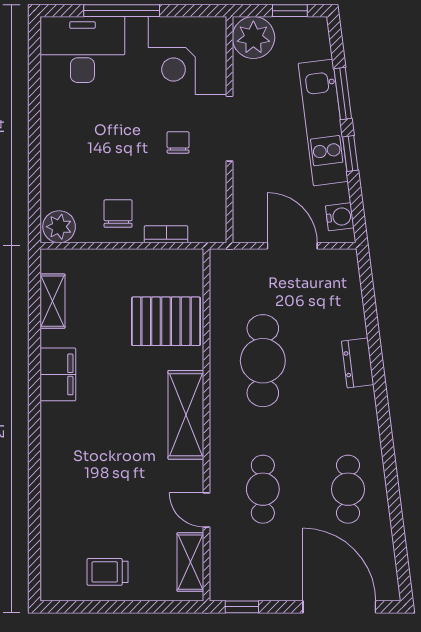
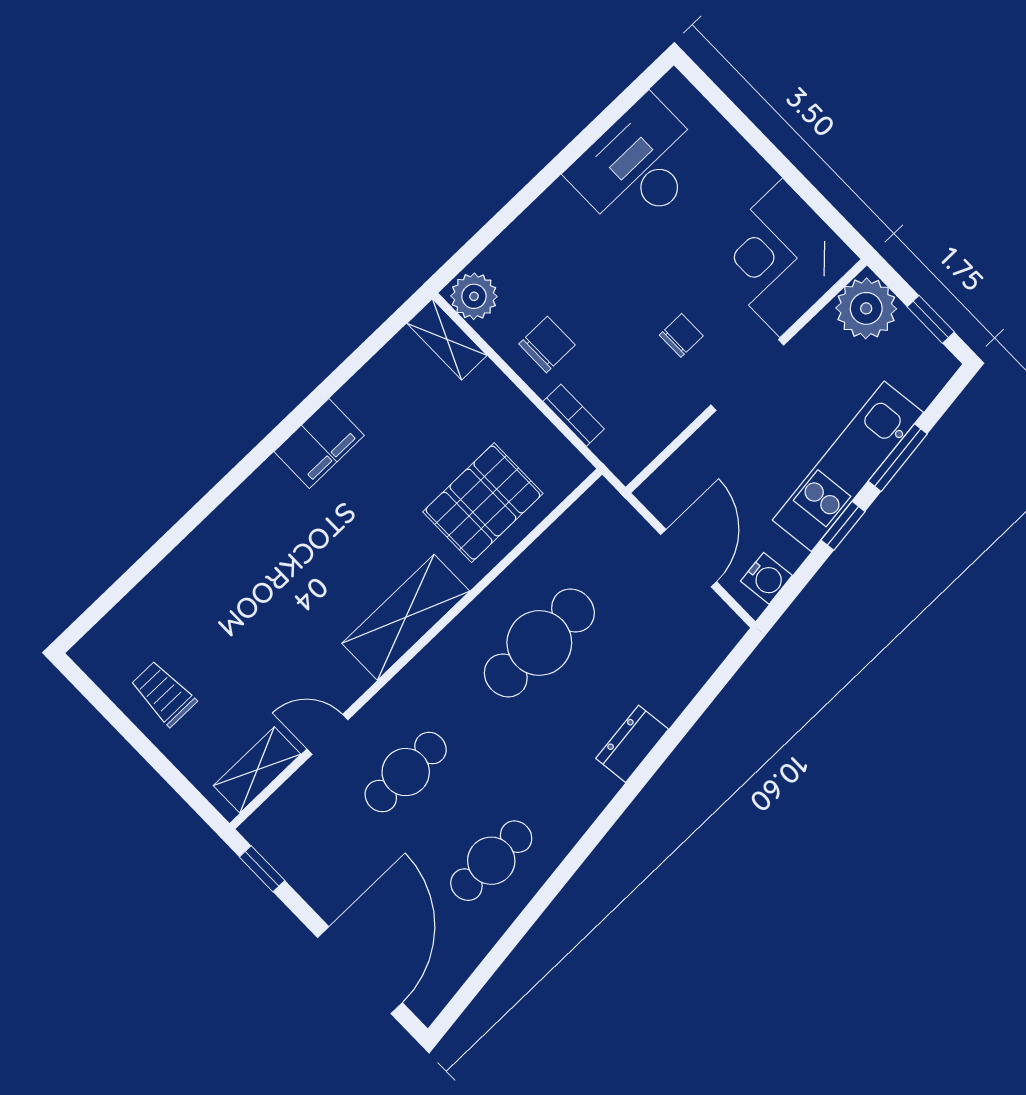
window: (122, 11) -> (762, 144), removed
desk: (82, 50) -> (638, 166), moved, turned -90
shelving: (53, 301) -> (447, 339), moved, turned 90
pallet: (166, 321) -> (483, 503), turned 90
door: (207, 510) -> (327, 734), hinge flipped

